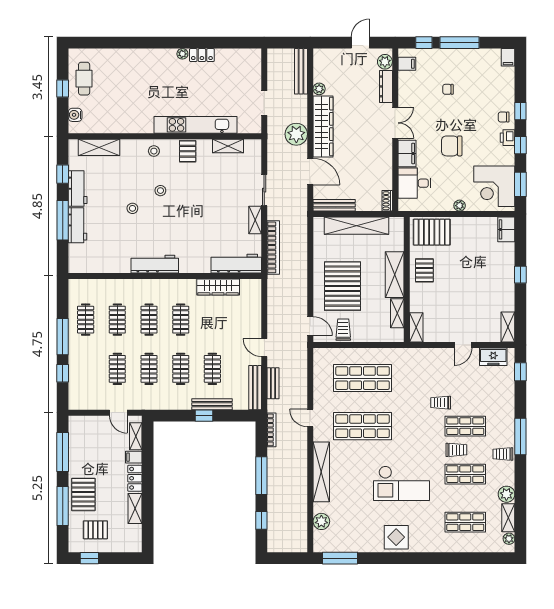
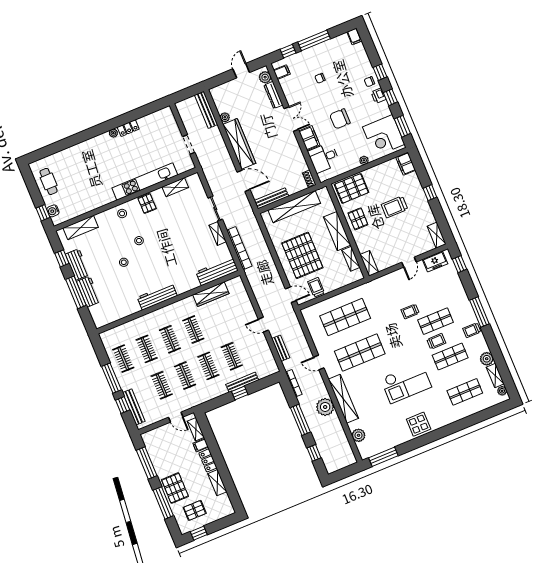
window: (63, 88) -> (43, 213), moved
plant: (296, 134) -> (325, 407), moved
trolley: (472, 274) -> (394, 207), added
bench: (255, 388) -> (134, 407), moved

